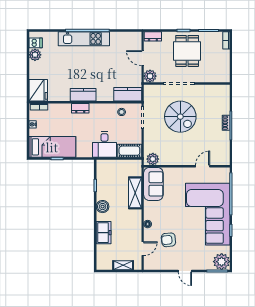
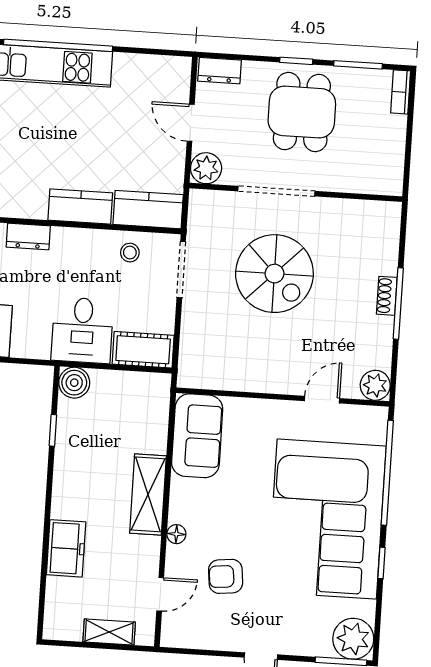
kitchen counter: (83, 95) -> (80, 207), moved
plant: (153, 159) -> (375, 385), moved
shelving: (135, 193) -> (148, 494), moved
boiler: (103, 207) -> (74, 383), moved

